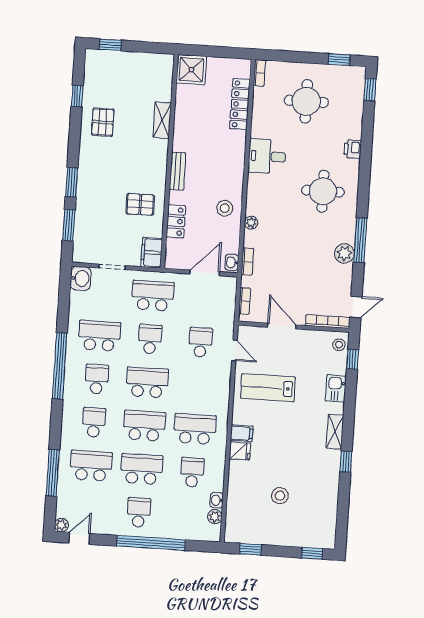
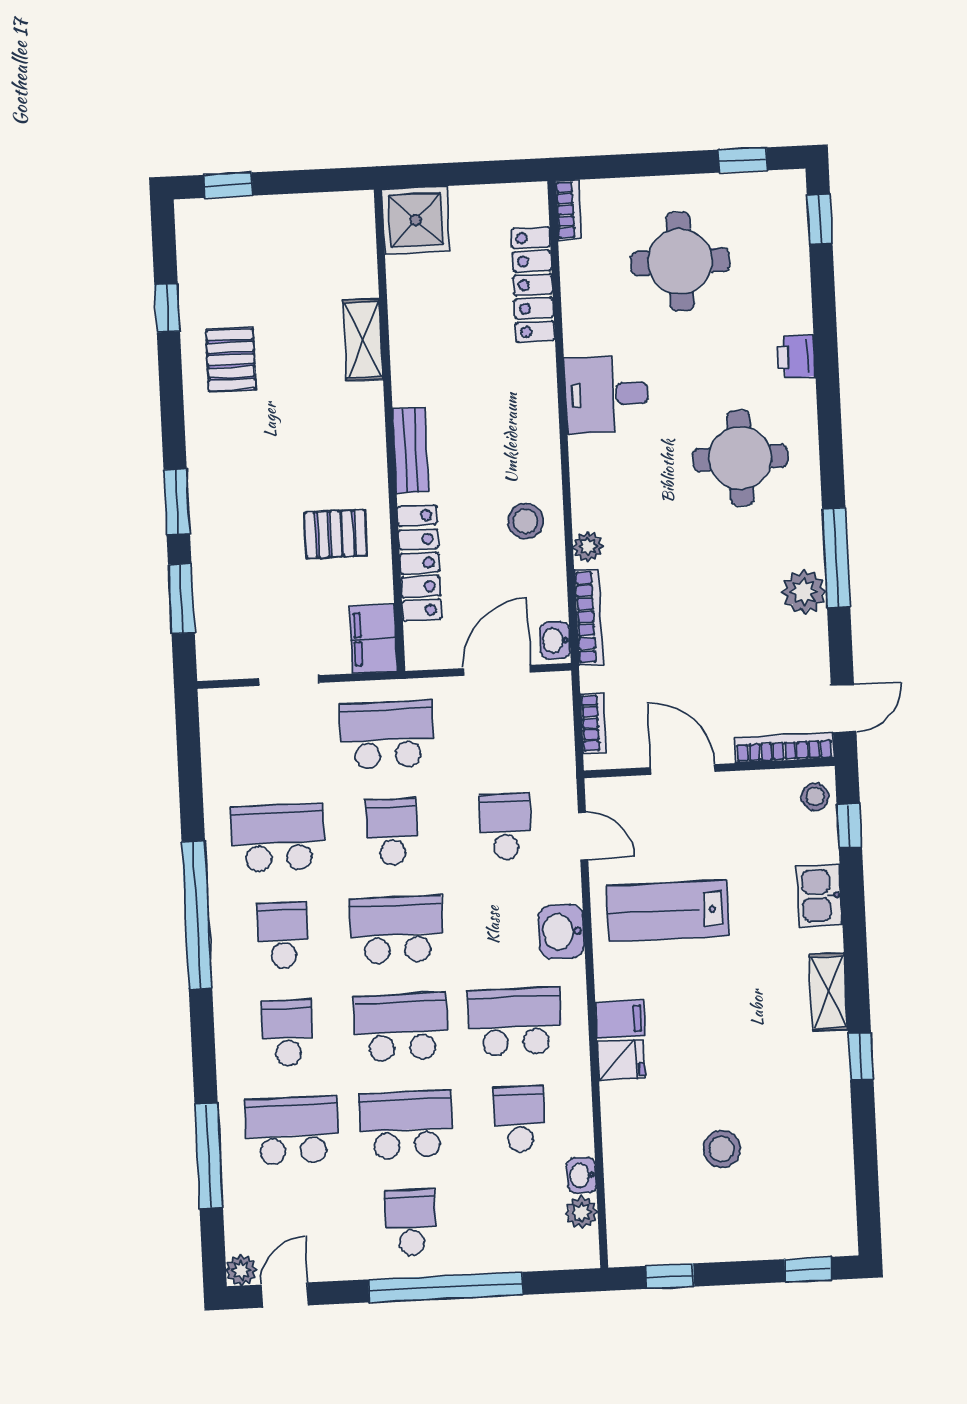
locker: (176, 221) -> (420, 563), width x1.53
bookcase: (247, 261) -> (589, 617), width x1.56
washbasin: (81, 278) -> (561, 932), moved, turned 180

